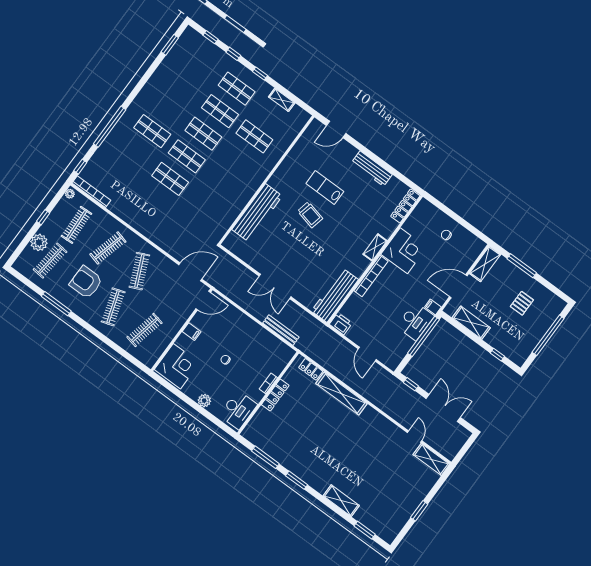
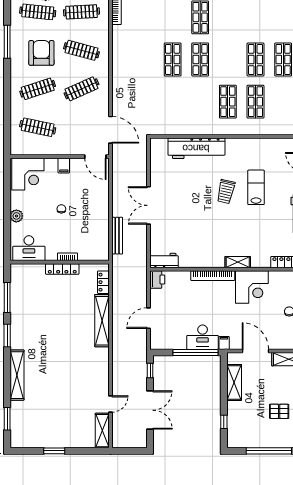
shop shelf: (203, 134) -> (228, 102), moved
workbench: (335, 295) -> (164, 261), width x0.53, depth x0.76
shelving: (341, 501) -> (17, 375), width x1.47

